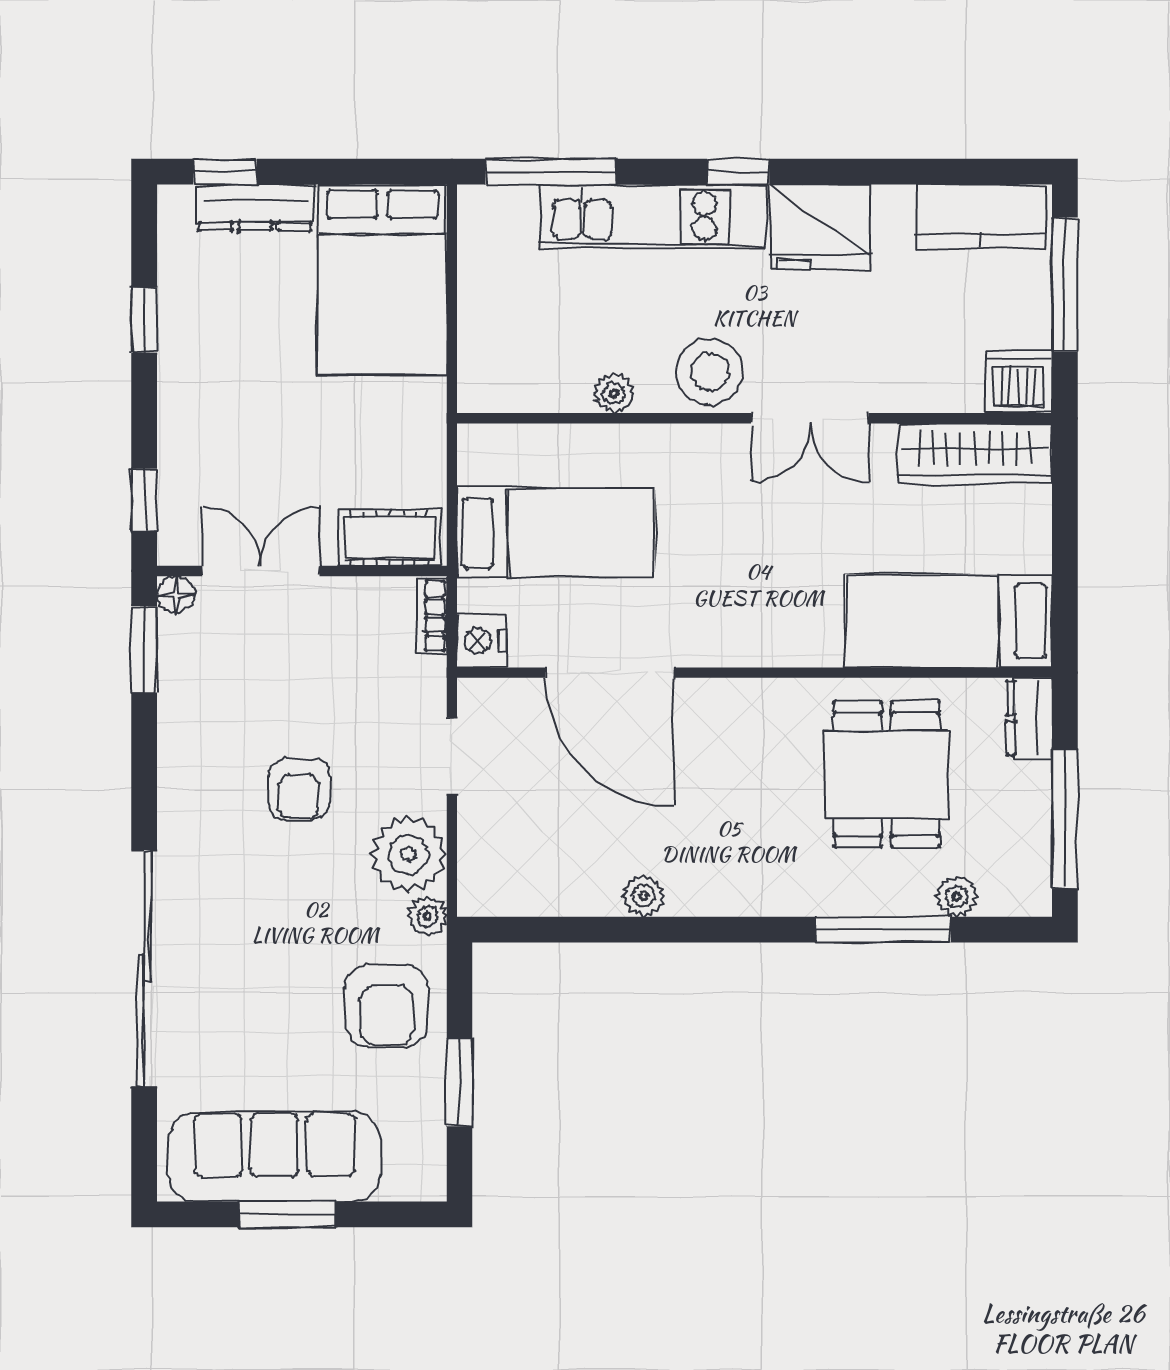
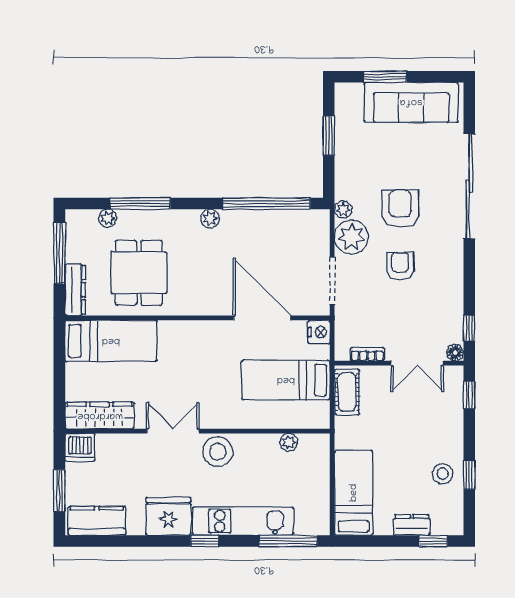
dresser: (255, 207) -> (412, 525), width x0.70
bed: (383, 280) -> (354, 493), width x0.67
window: (1065, 285) -> (59, 491), width x0.69
stool: (204, 323) -> (443, 474), added
plant: (614, 393) -> (289, 442), moved
cot: (390, 538) -> (347, 392), moved, turned 90
bookcase: (432, 616) -> (367, 354), moved, turned -90
window: (144, 649) -> (469, 328), width x0.67
dresser: (1029, 718) -> (75, 290), width x1.44
doorway: (452, 756) -> (332, 281), width x1.38
plant: (643, 896) -> (210, 218), moved
window: (600, 930) -> (266, 204), added
armchair: (387, 1005) -> (400, 209), moved
window: (288, 1214) -> (385, 77), moved

